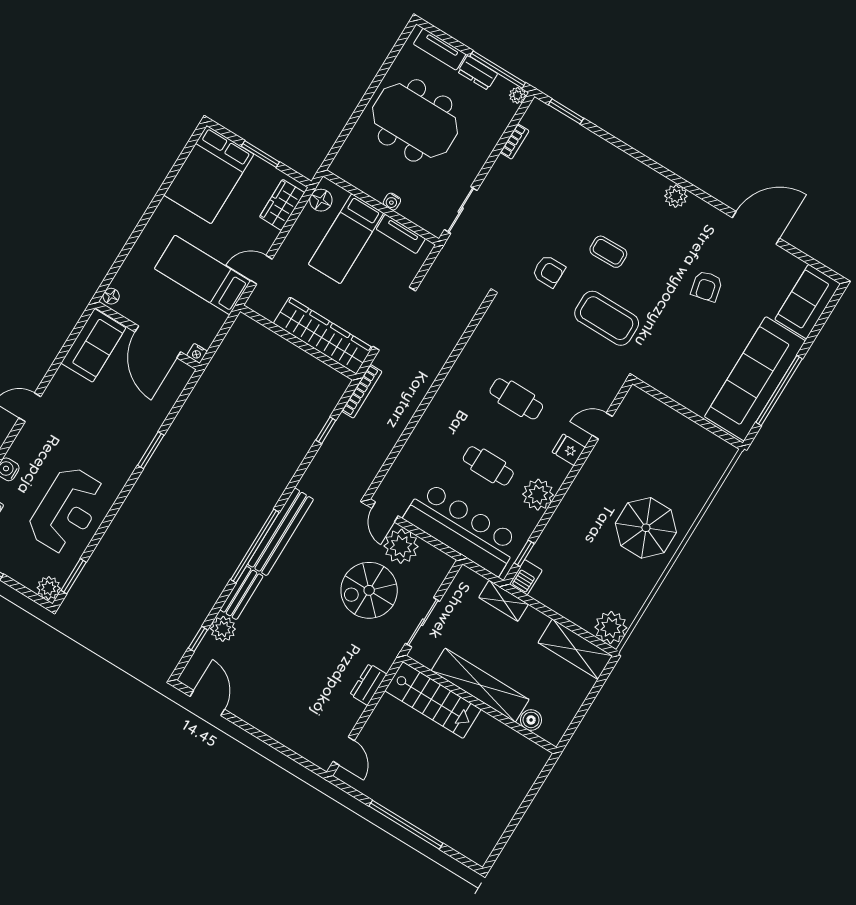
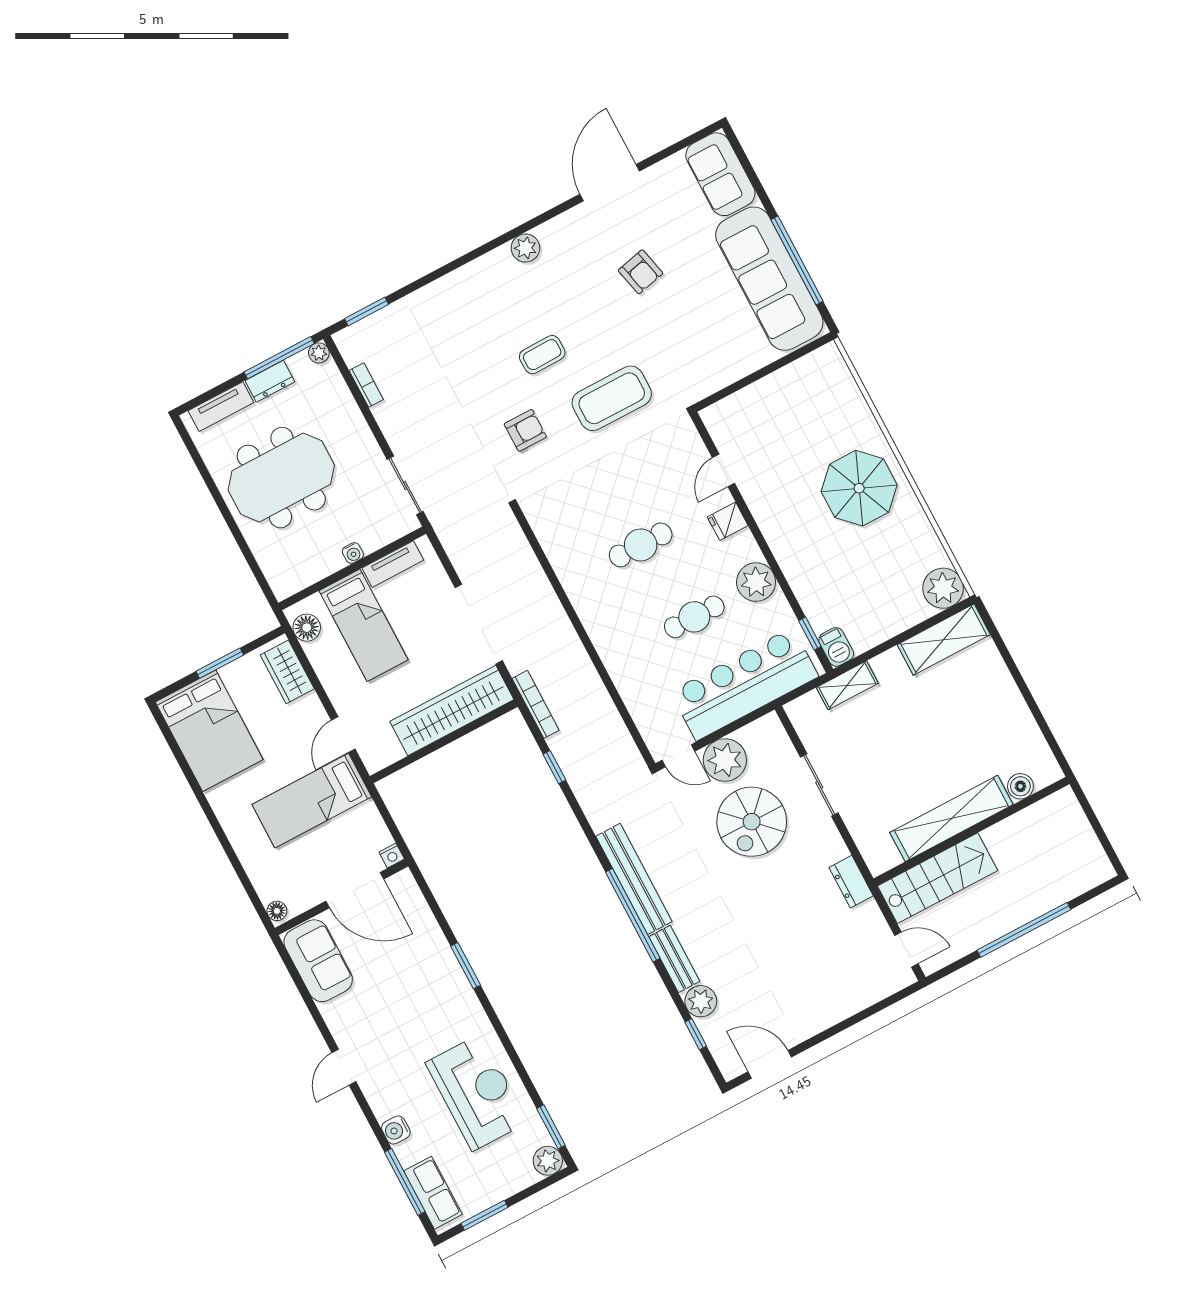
shelving: (480, 685) -> (951, 818), moved
stairs: (433, 700) -> (938, 878), moved
wall: (480, 704) -> (972, 831), moved
boiler: (531, 720) -> (1020, 786), moved

